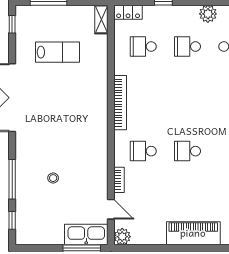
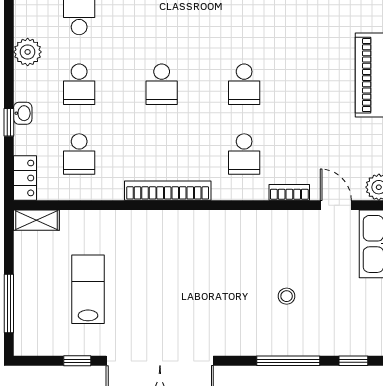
washbasin: (169, 11) -> (23, 113), added
window: (12, 24) -> (77, 361), moved
school desk: (187, 99) -> (162, 84), added
door: (111, 209) -> (336, 205), hinge flipped

